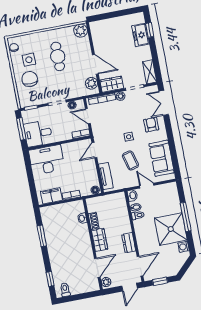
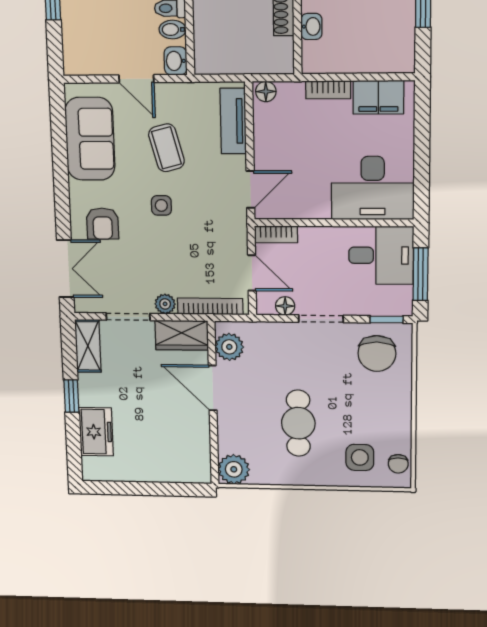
window: (150, 30) -> (71, 396), moved
side table: (29, 60) -> (360, 457), moved
chair: (30, 79) -> (377, 353), moved

